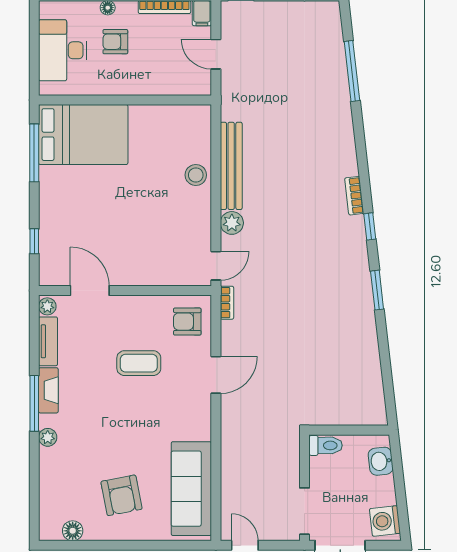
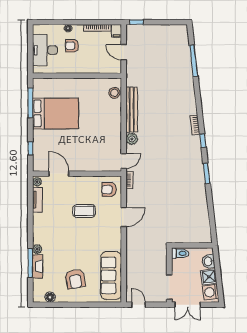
bed: (83, 135) -> (55, 113), moved
stool: (196, 175) -> (114, 93), moved
fireplace: (48, 390) -> (38, 266), moved
window: (34, 403) -> (30, 263), moved
shower: (381, 491) -> (209, 277), added

